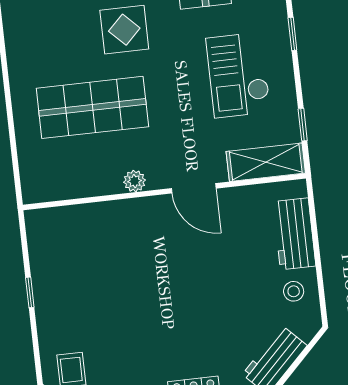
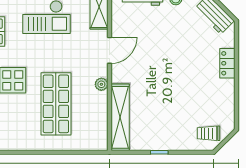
shelving: (82, 219) -> (120, 117), added

